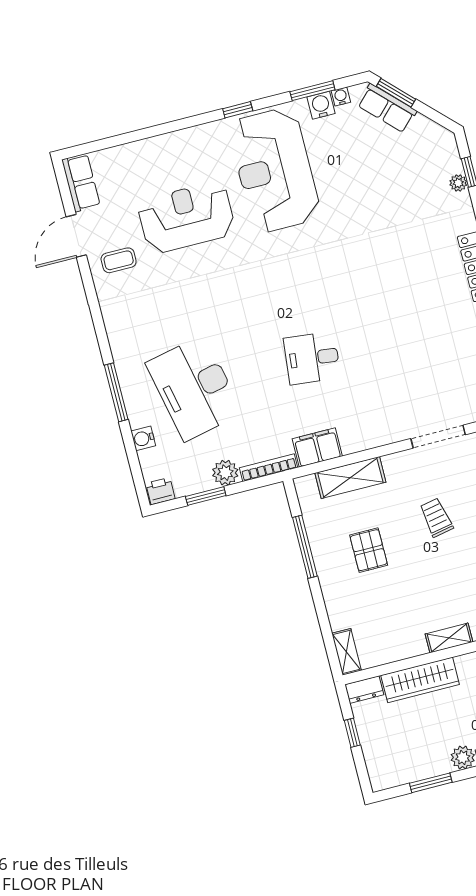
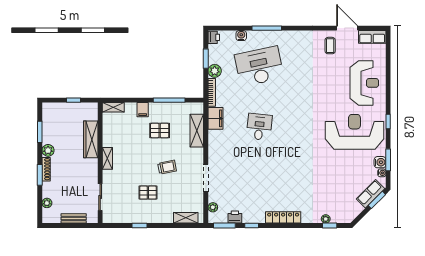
reception desk: (187, 217) -> (364, 83), moved
filing cabinet: (336, 594) -> (143, 110), added
dresser: (364, 690) -> (93, 111), removed

